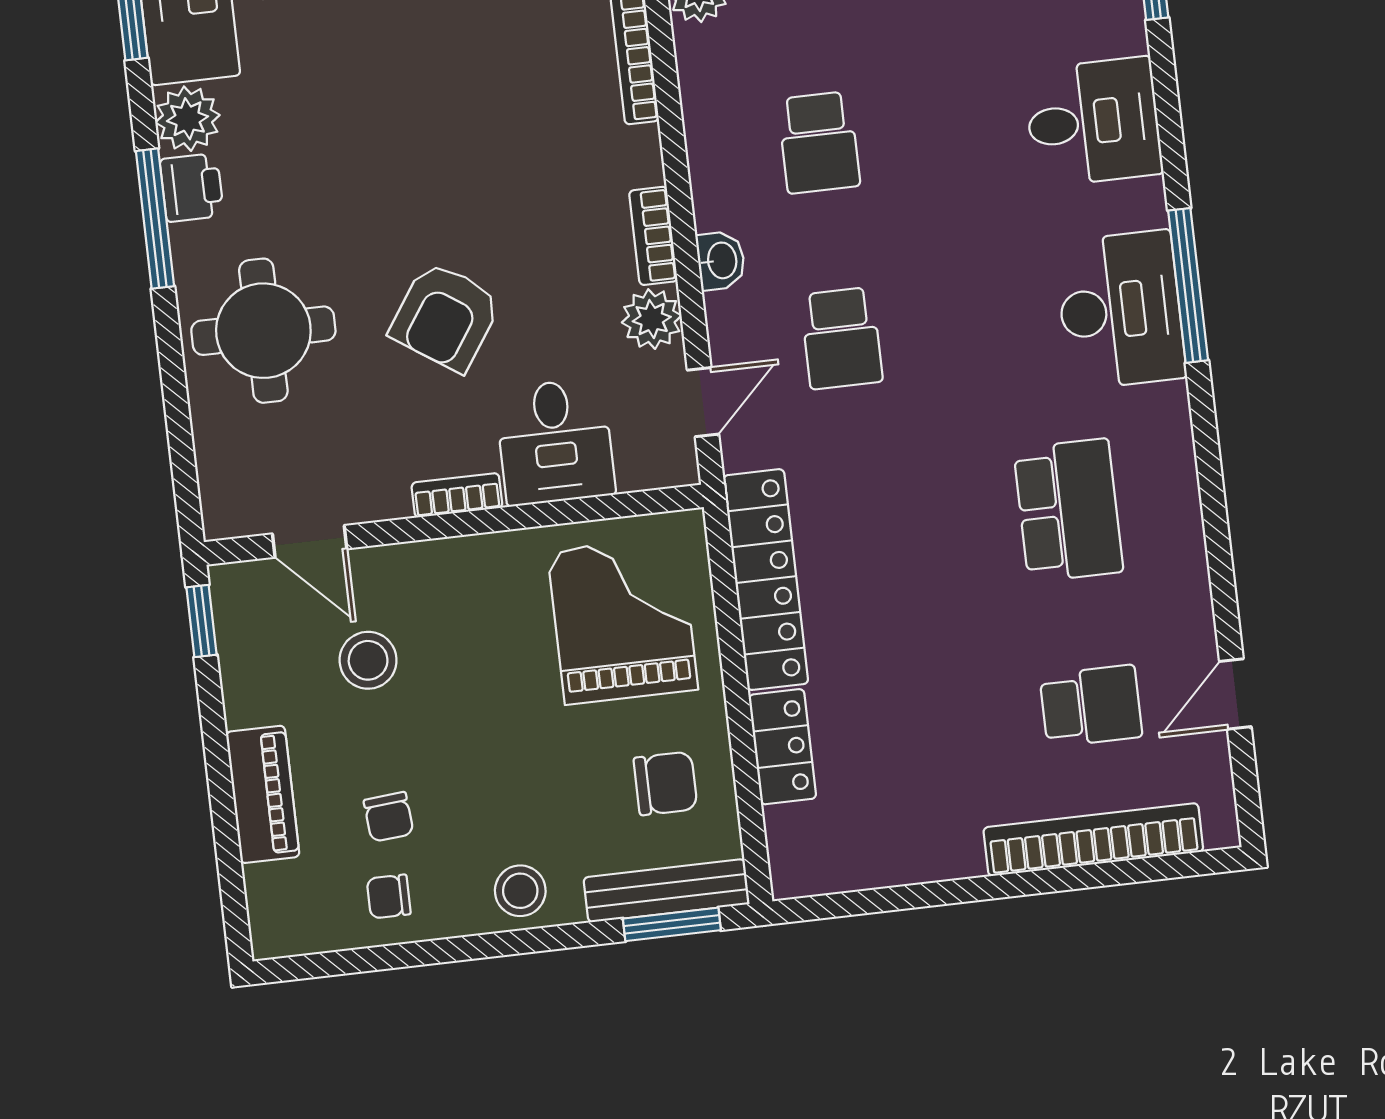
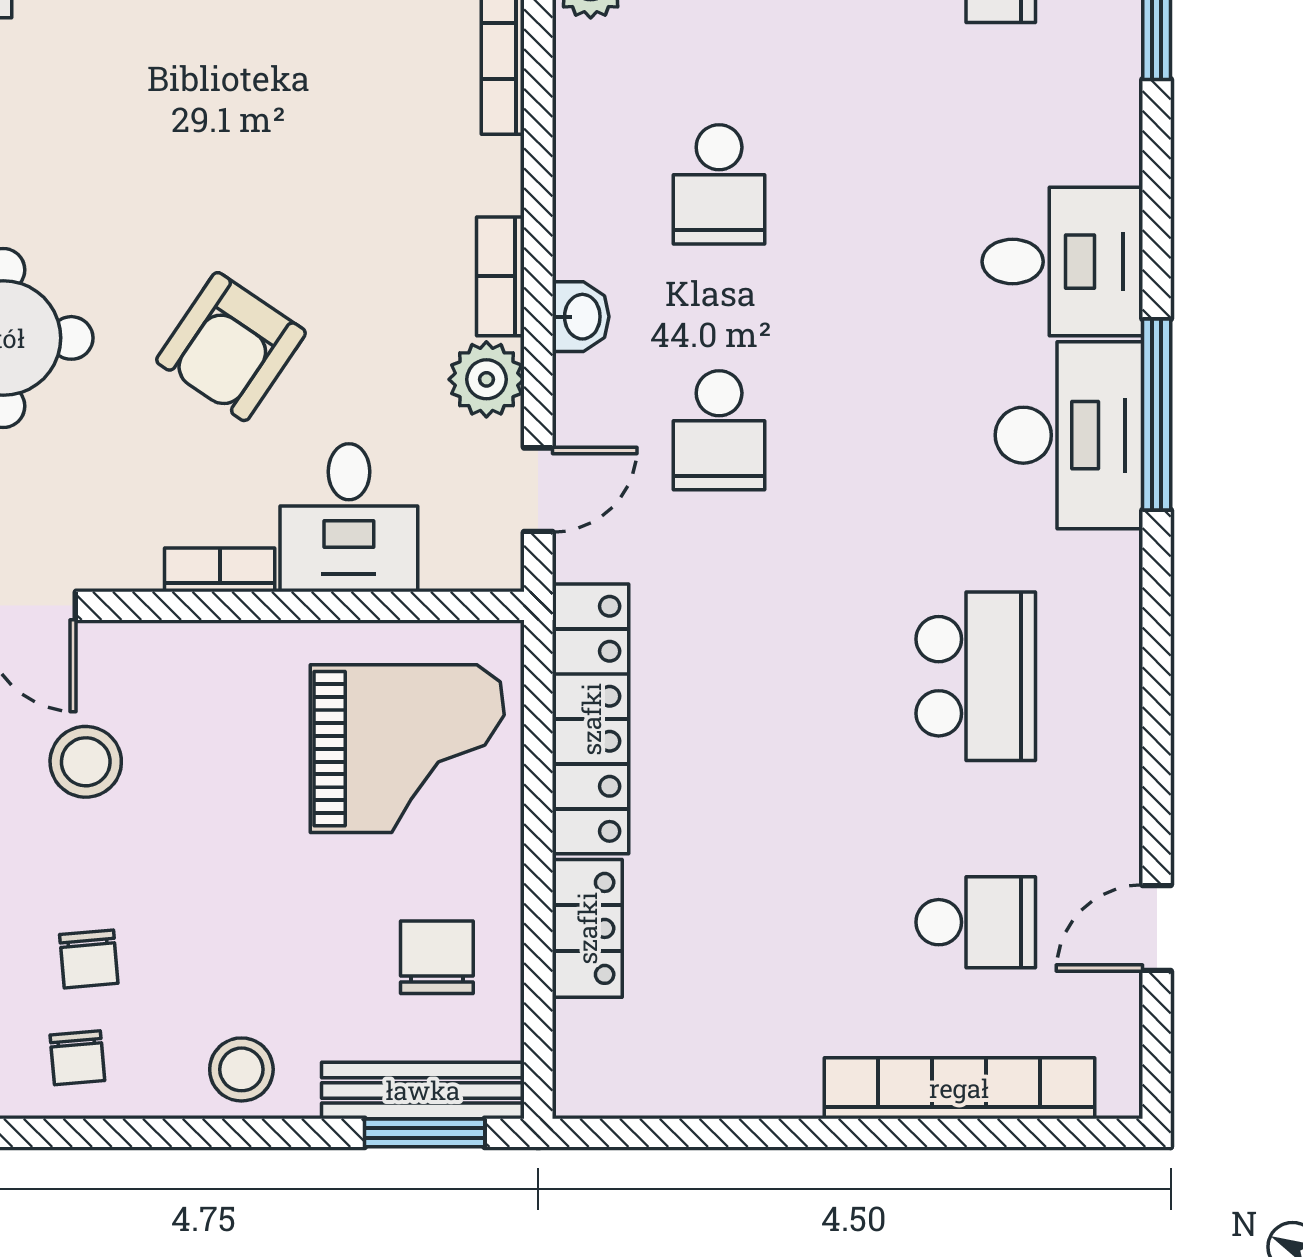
desk: (1093, 122) -> (1062, 262), moved
grand piano: (623, 620) -> (407, 749), turned 90
chair: (665, 783) -> (437, 957), turned -90
chair: (389, 896) -> (77, 1058), turned -95

